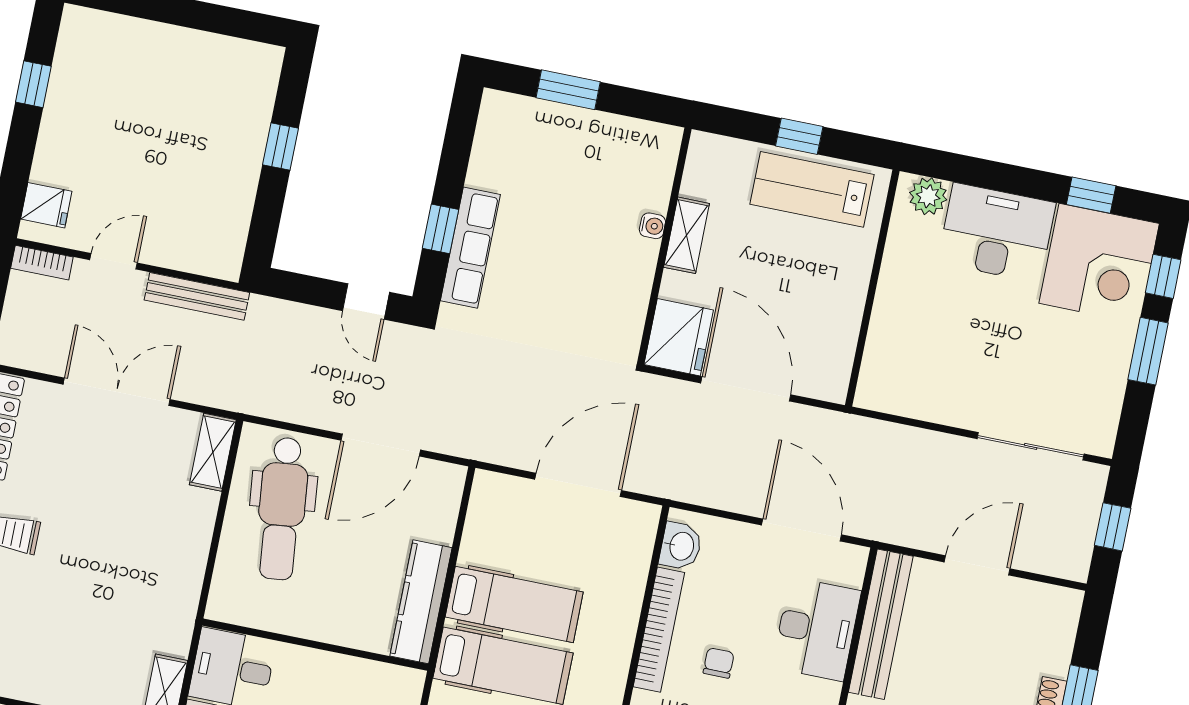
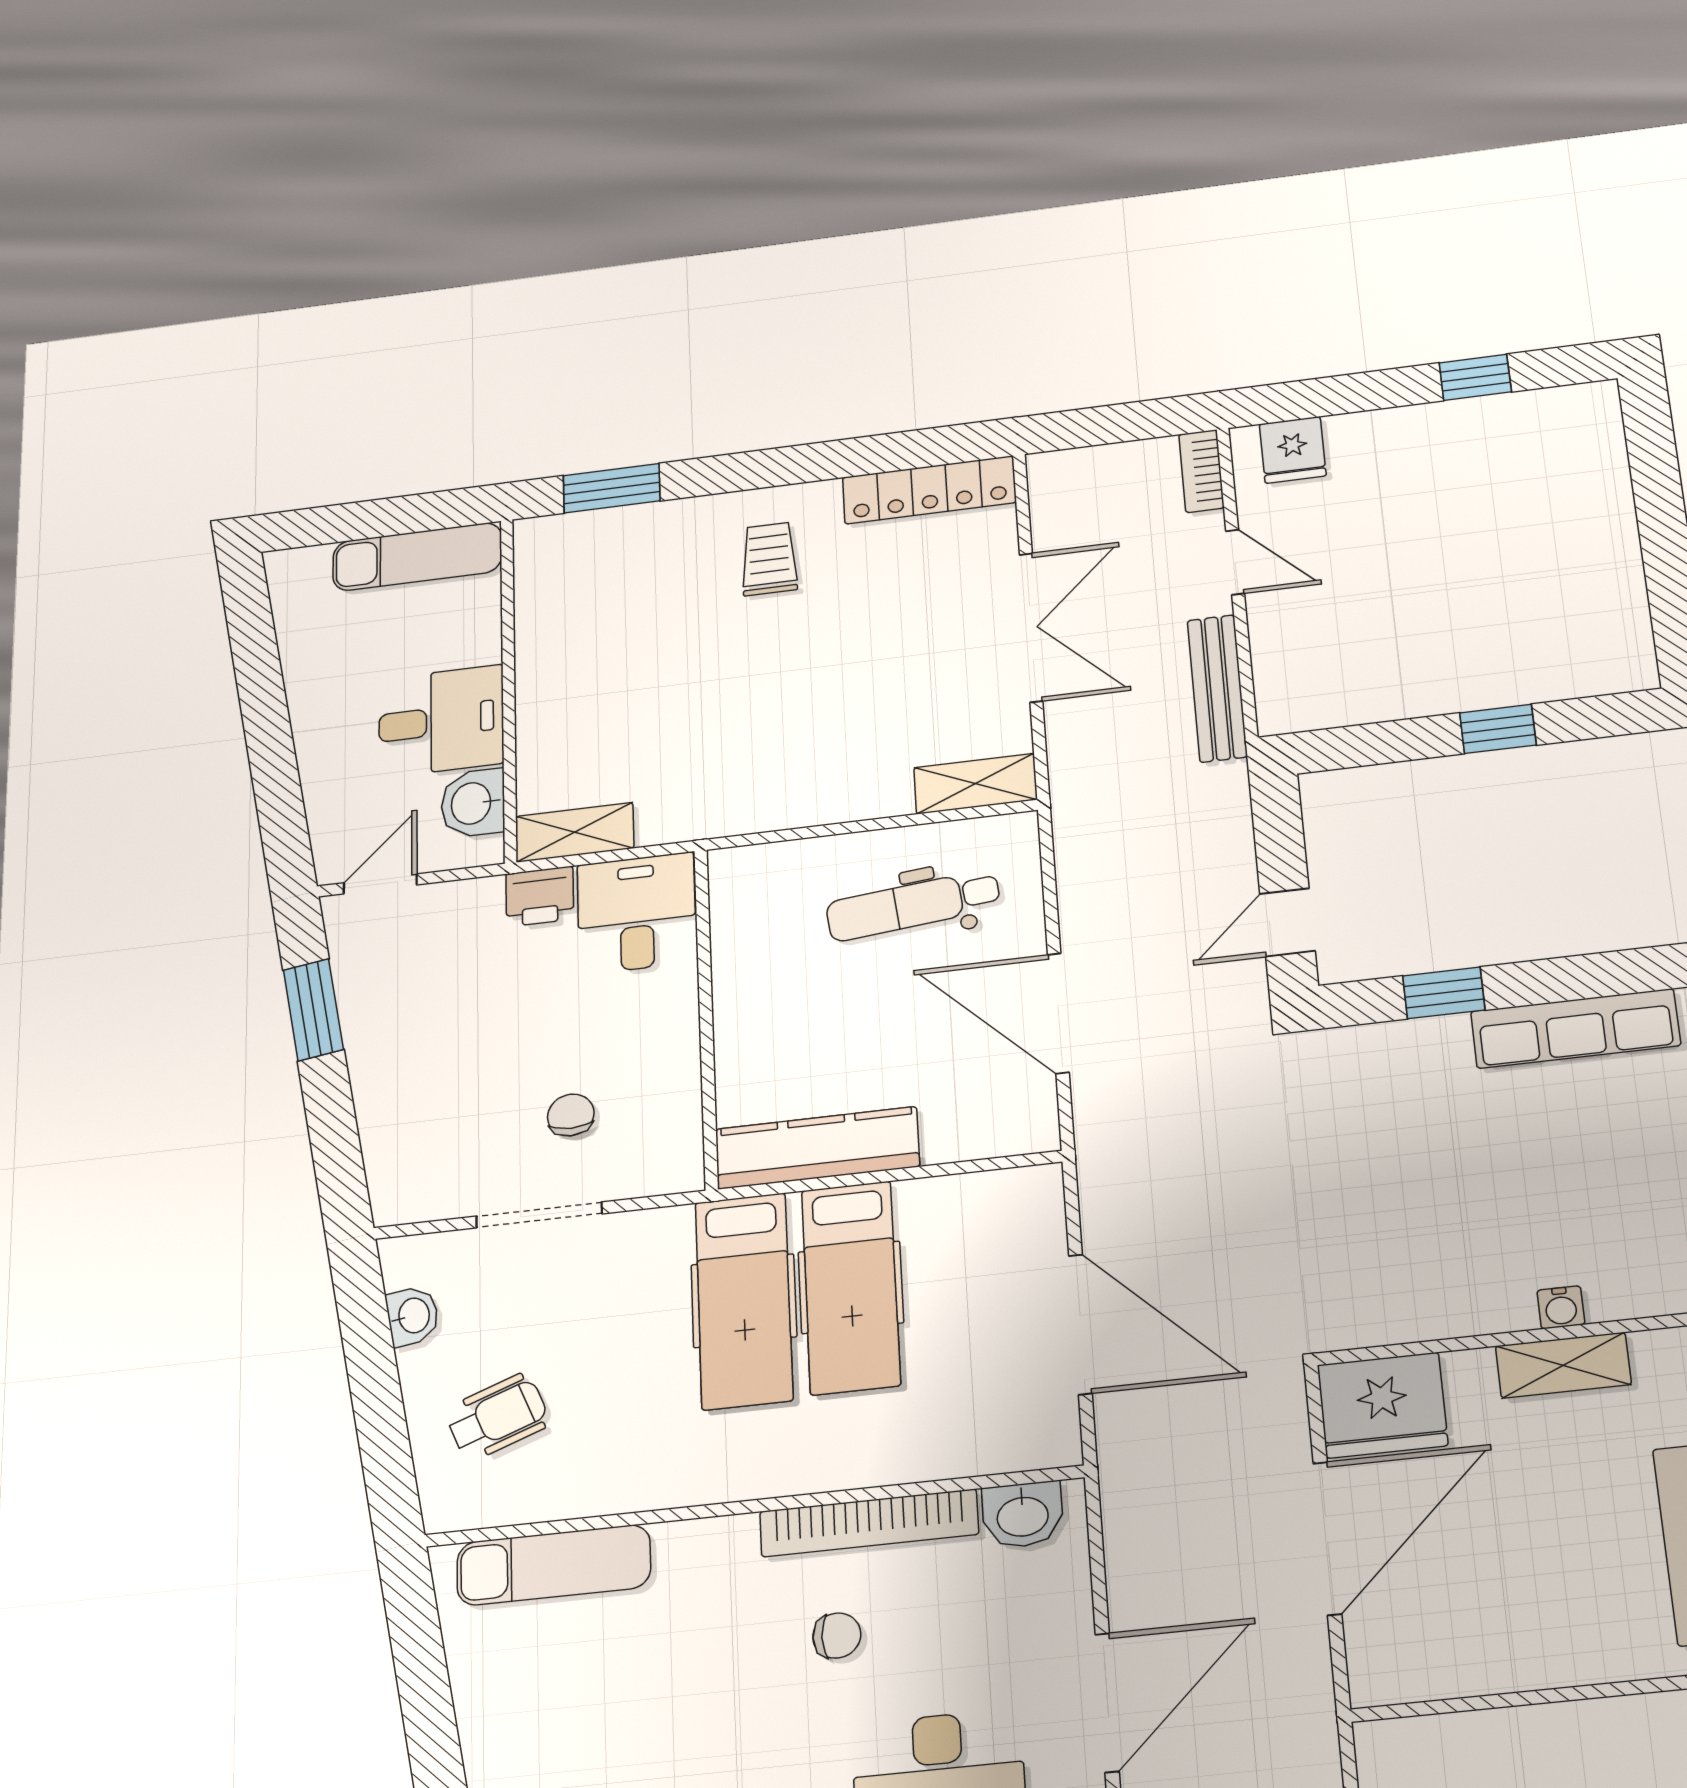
row of seats: (470, 248) -> (1575, 1028), moved
dental chair: (282, 509) -> (913, 905), width x0.73, depth x0.72

